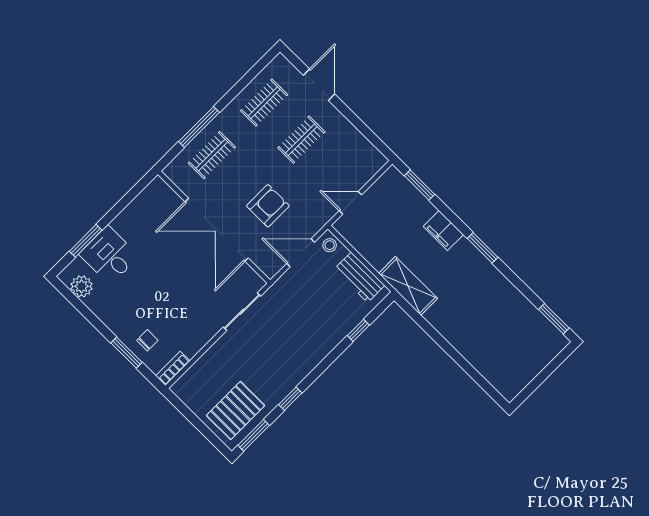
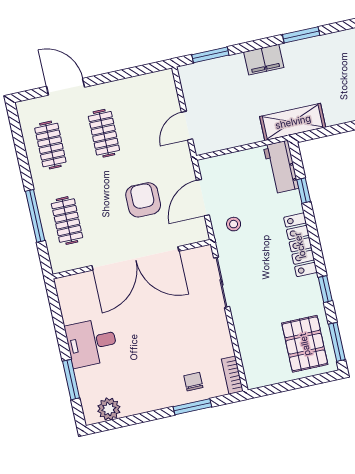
stool: (330, 245) -> (234, 224), moved
desk: (109, 255) -> (92, 343), moved
workbench: (359, 277) -> (281, 167), moved, turned 90
locker: (313, 356) -> (300, 245), added

